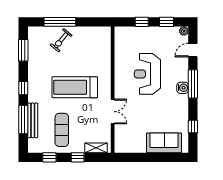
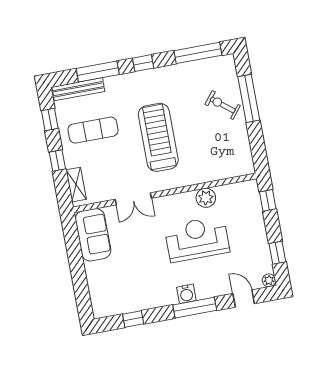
window: (142, 22) -> (268, 200), moved
window: (23, 50) -> (198, 53), width x1.44
plant: (121, 63) -> (206, 198), added
bench: (33, 120) -> (78, 89), moved
sofa: (164, 143) -> (93, 235), moved

